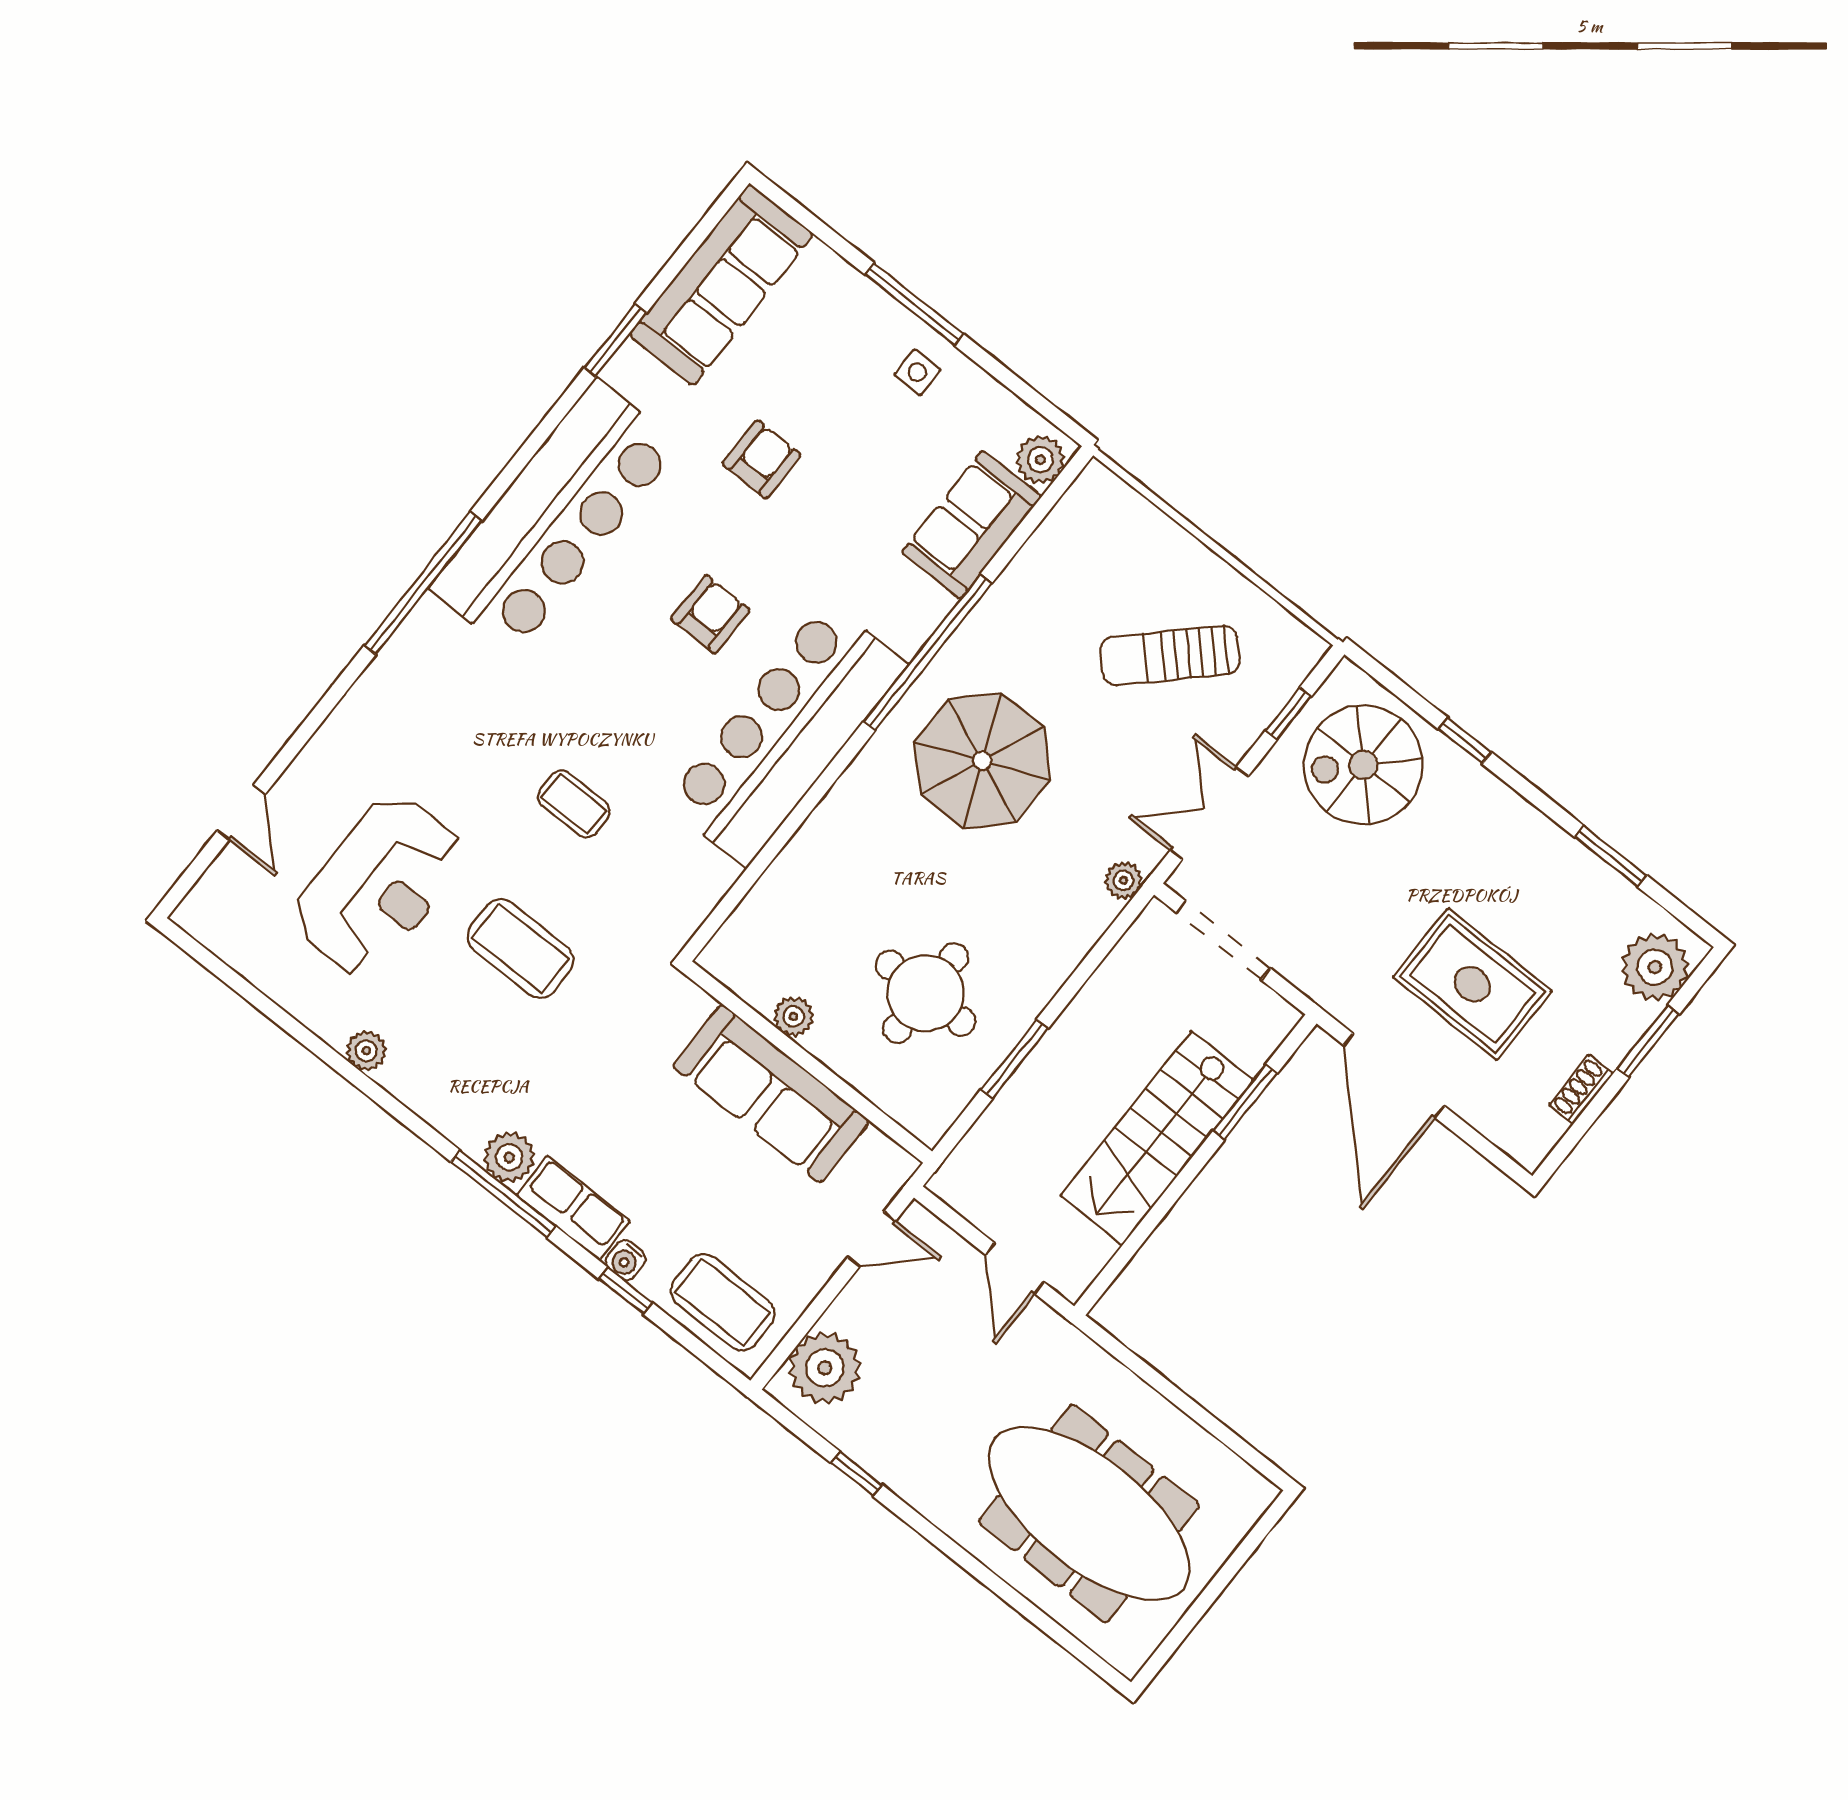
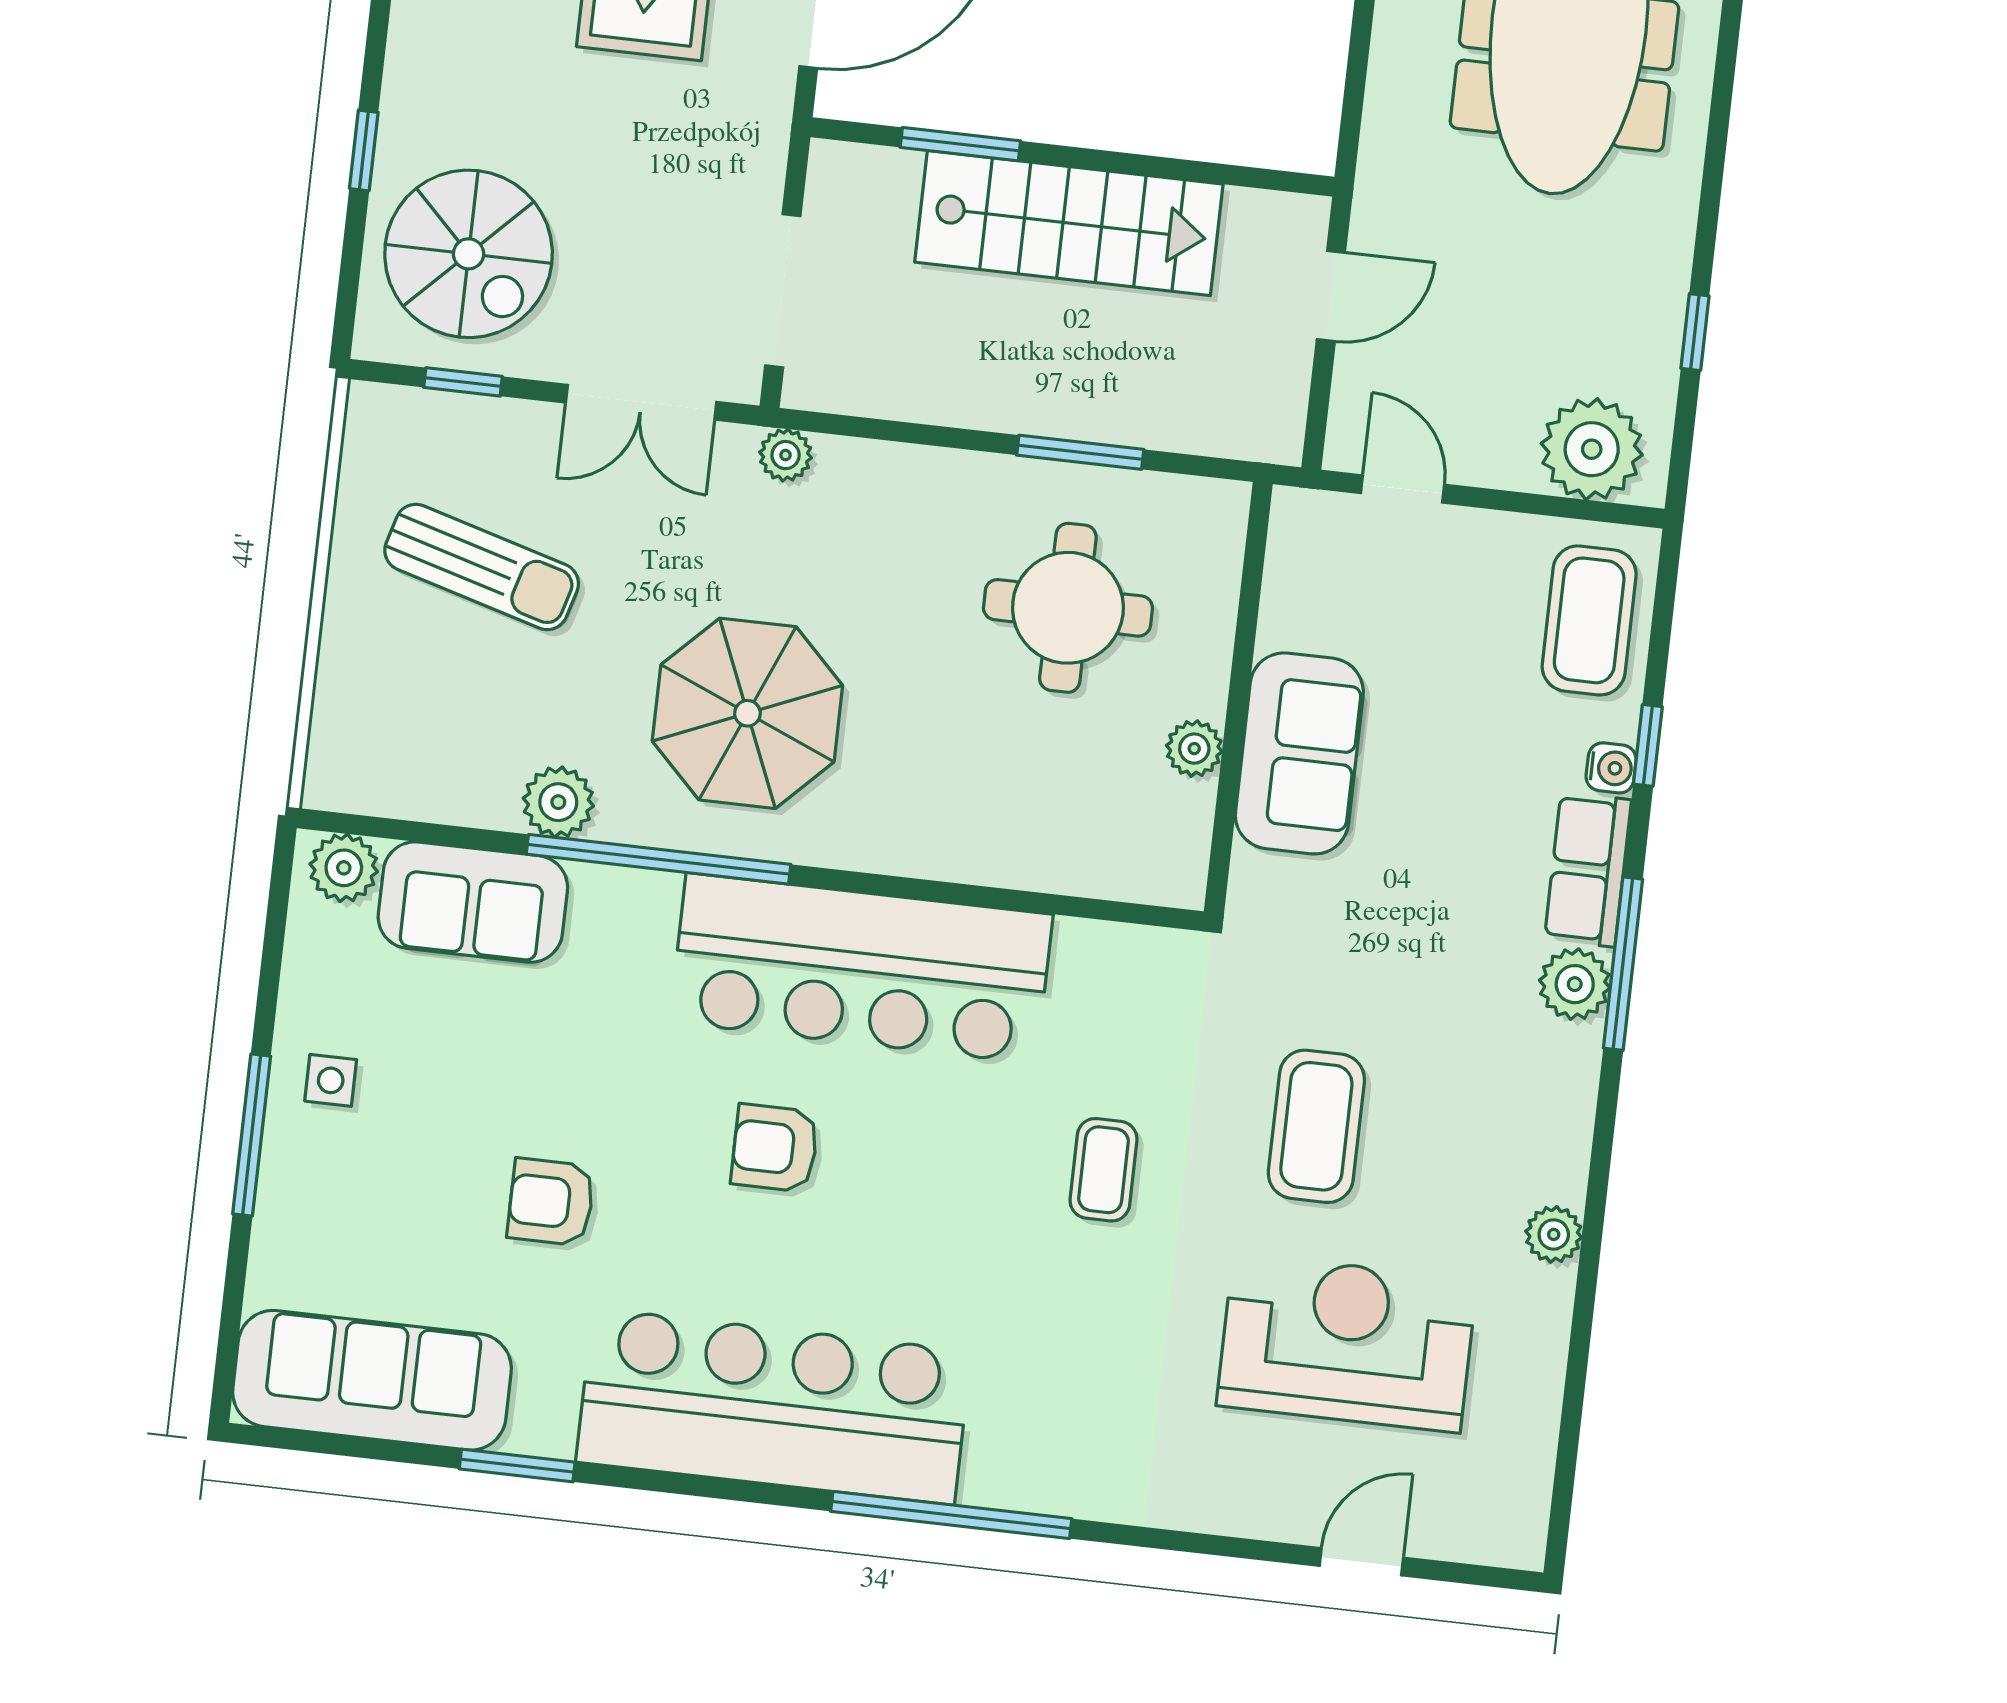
plant: (1000, 614) -> (558, 802), added
sun lounger: (1170, 655) -> (482, 567), turned -30
sofa: (771, 1094) -> (1299, 753), width x0.73

